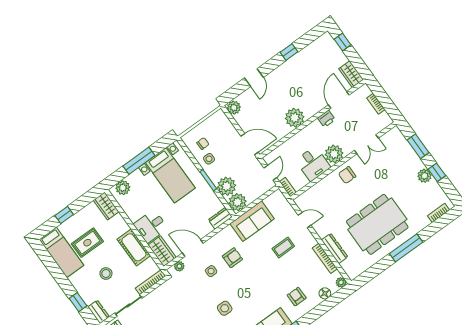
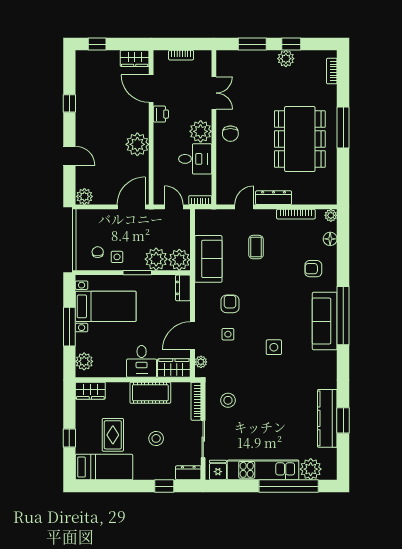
dresser: (335, 248) -> (274, 198), moved
stool: (167, 303) -> (228, 400), added

